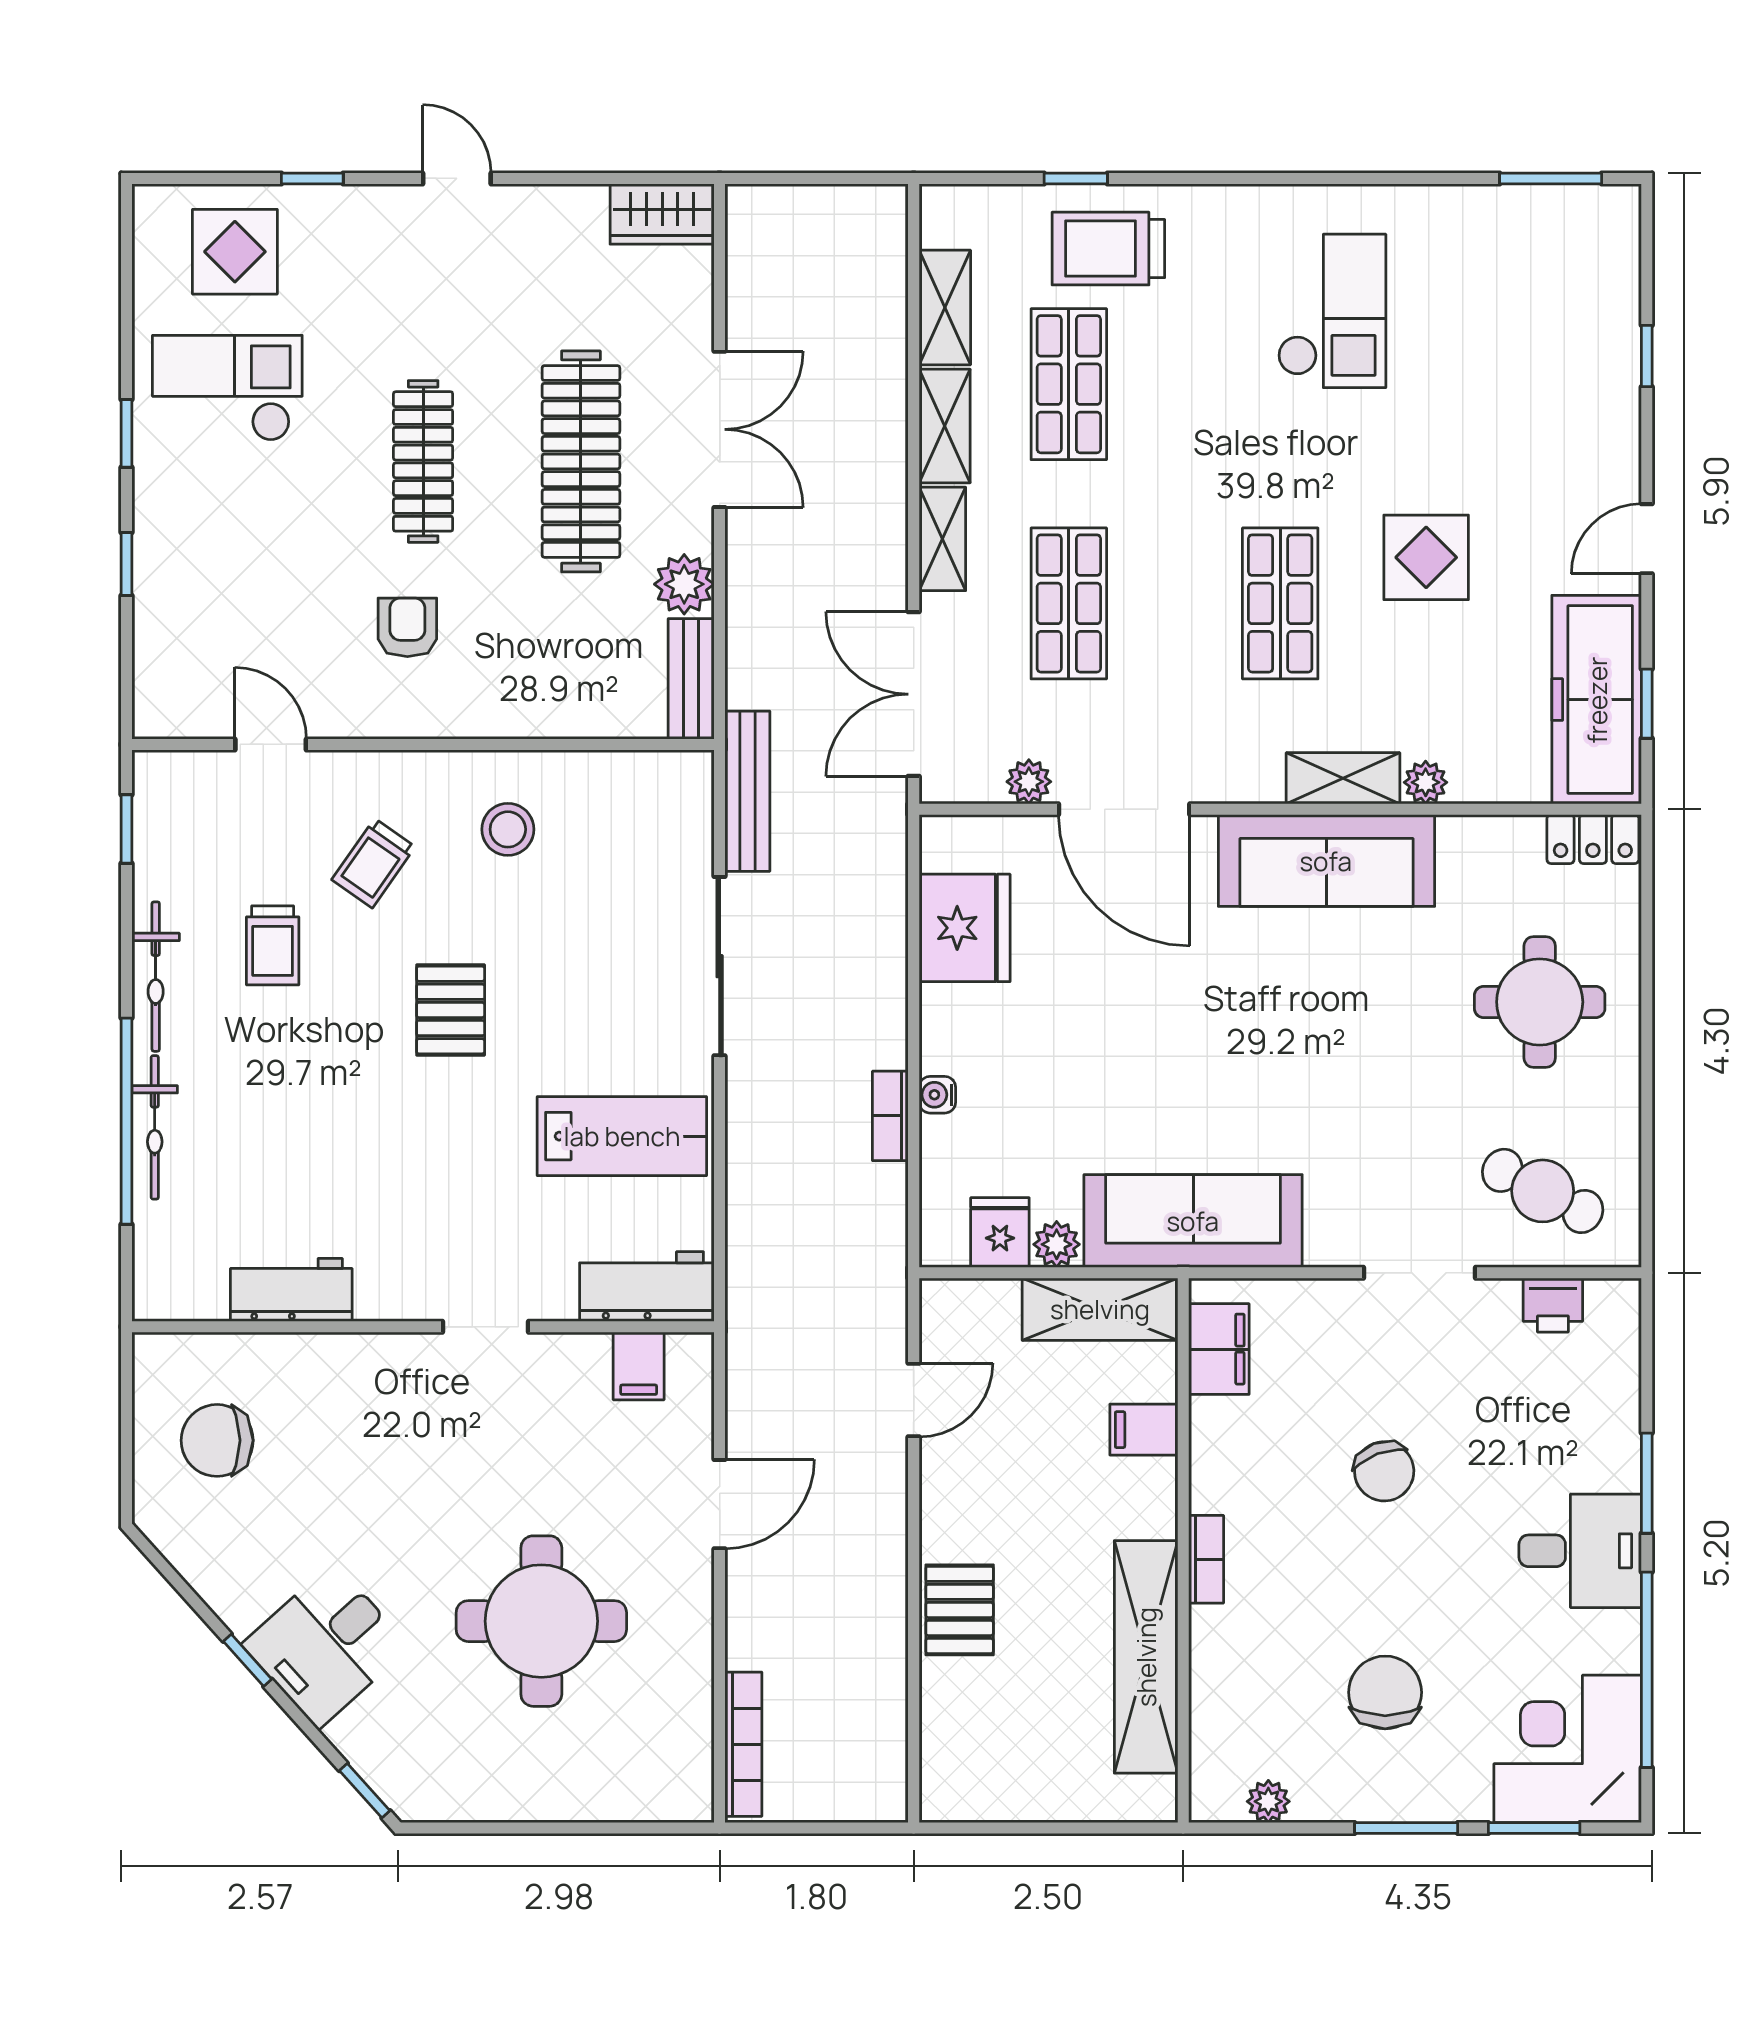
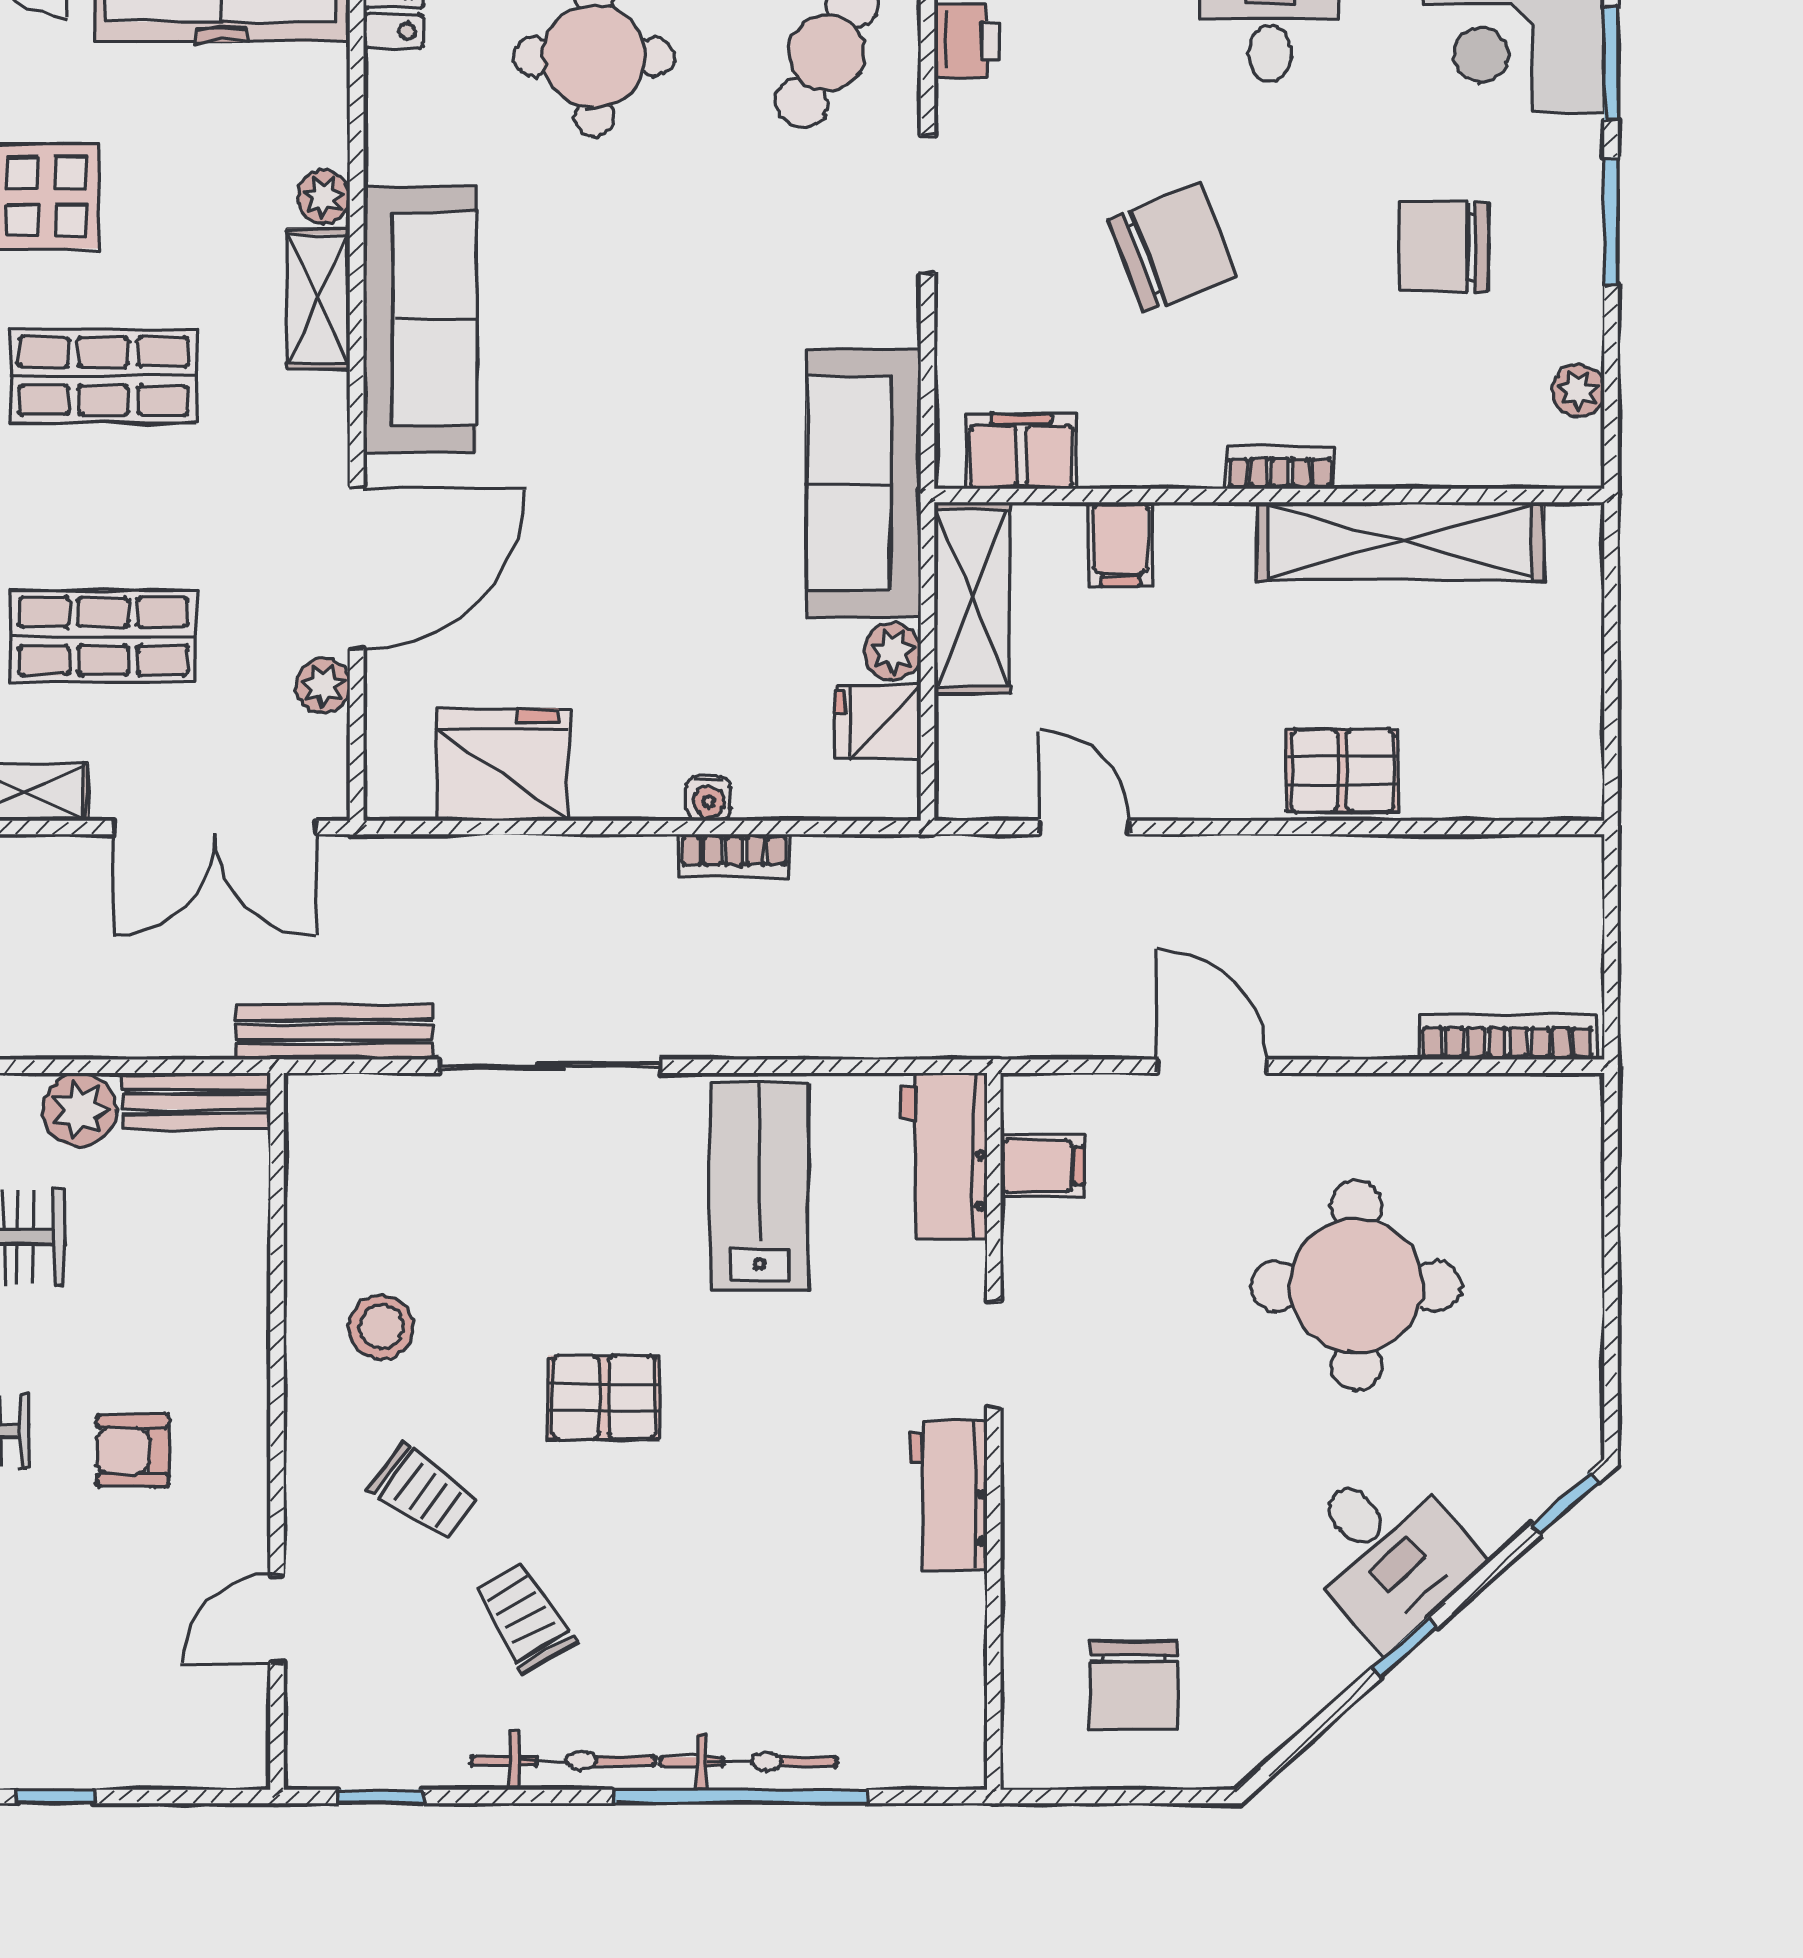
trolley: (273, 945) -> (524, 1617), turned -121
workbench: (291, 1290) -> (948, 1496), moved
chair: (1384, 1471) -> (1172, 248), width x1.37, depth x1.37

